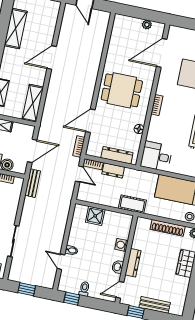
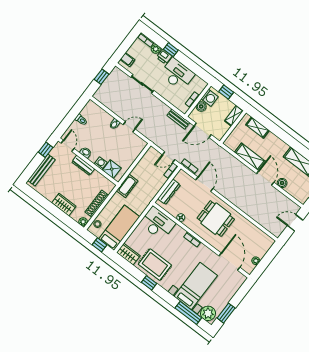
boiler: (48, 37) -> (282, 183), added
dining table: (122, 90) -> (216, 219), turned 90
shelving: (33, 103) -> (250, 157), moved
door: (32, 151) -> (203, 130), hinge flipped
desk: (156, 156) -> (157, 223), width x1.37
dresser: (113, 170) -> (159, 184), removed
shower: (95, 216) -> (112, 169), moved
door: (61, 262) -> (129, 127), moved
window: (72, 299) -> (78, 107), removed
bench: (155, 305) -> (41, 170), width x1.36

